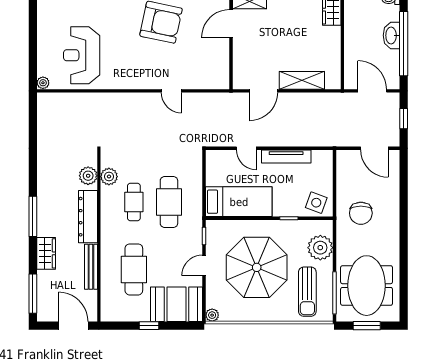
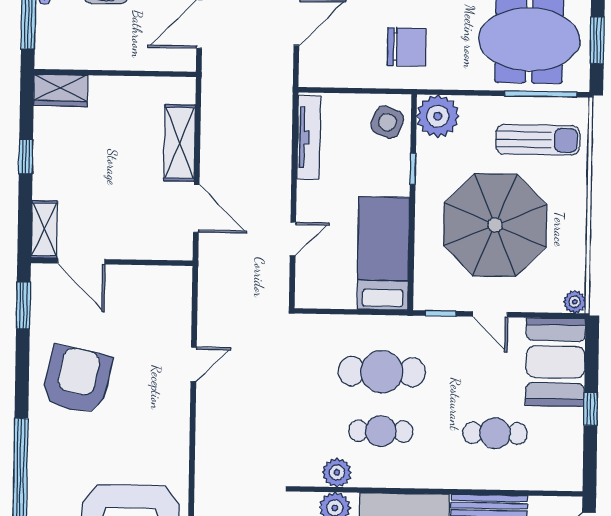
tv unit: (286, 156) -> (309, 137), moved
plant: (320, 248) -> (438, 116), moved
cafe table: (134, 269) -> (495, 433), width x0.73, depth x0.74

